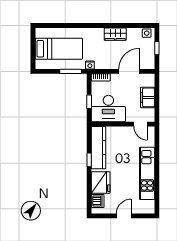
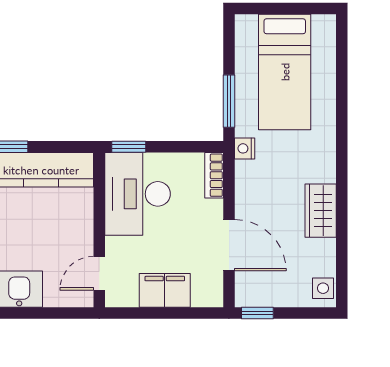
window: (157, 48) -> (257, 313), moved
window: (89, 102) -> (129, 147), moved

